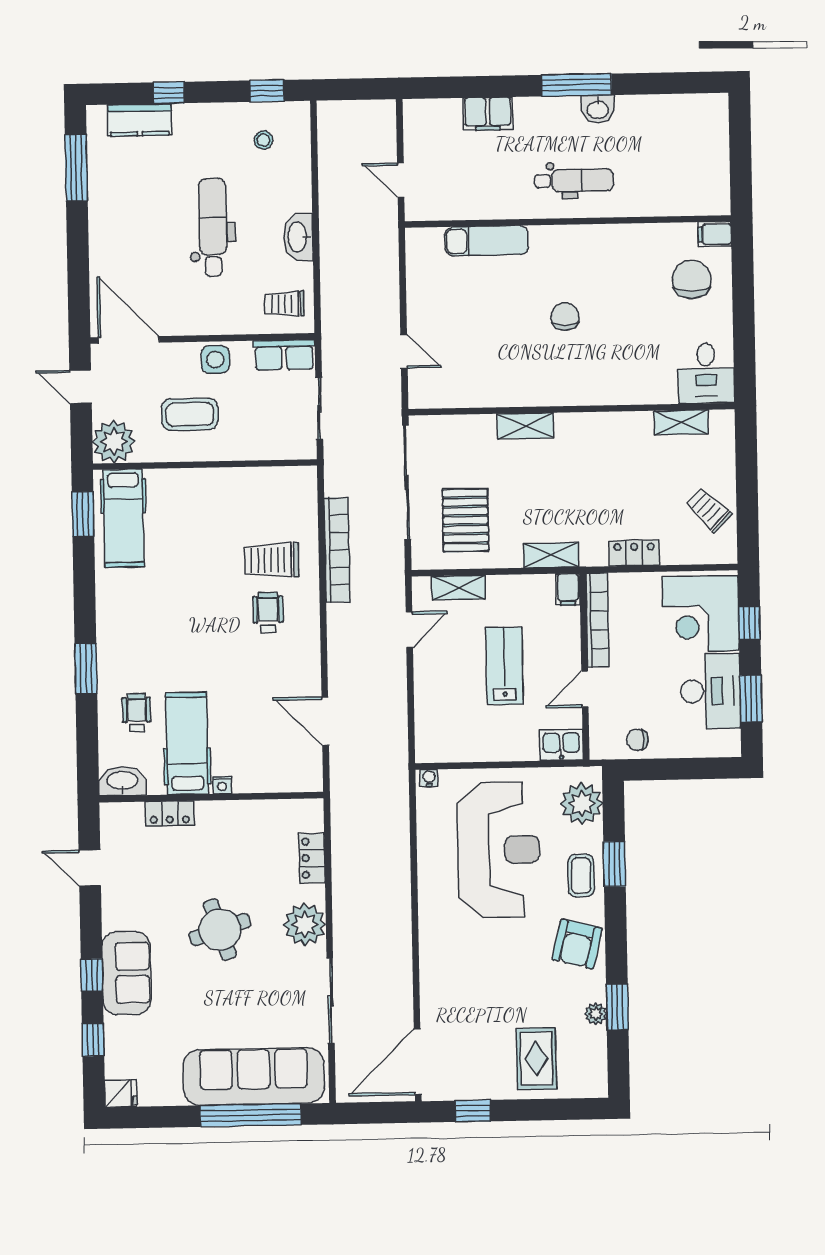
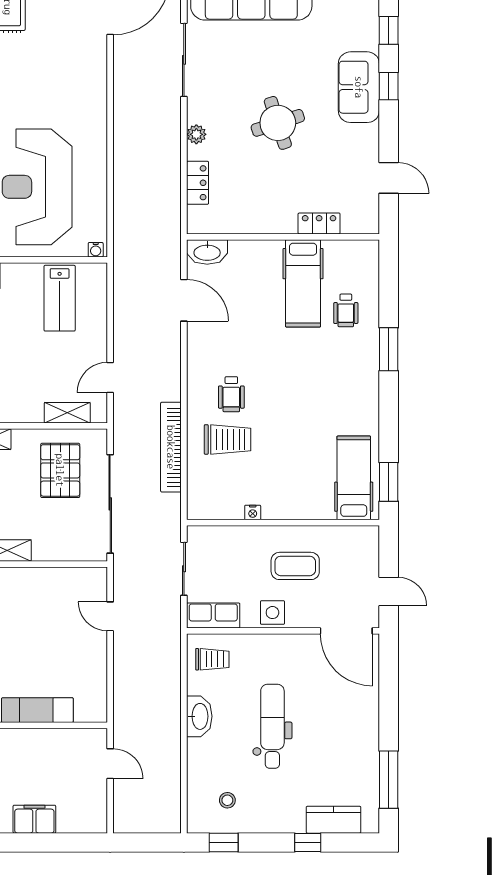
dental chair: (213, 227) -> (272, 726), turned 180
plant: (114, 442) -> (361, 544), removed
lab bench: (504, 666) -> (60, 298), moved
washbasin: (123, 781) -> (207, 252), moved
nightstand: (222, 785) -> (253, 512), moved, turned 180
plant: (305, 925) -> (196, 134), width x0.53, depth x0.53

